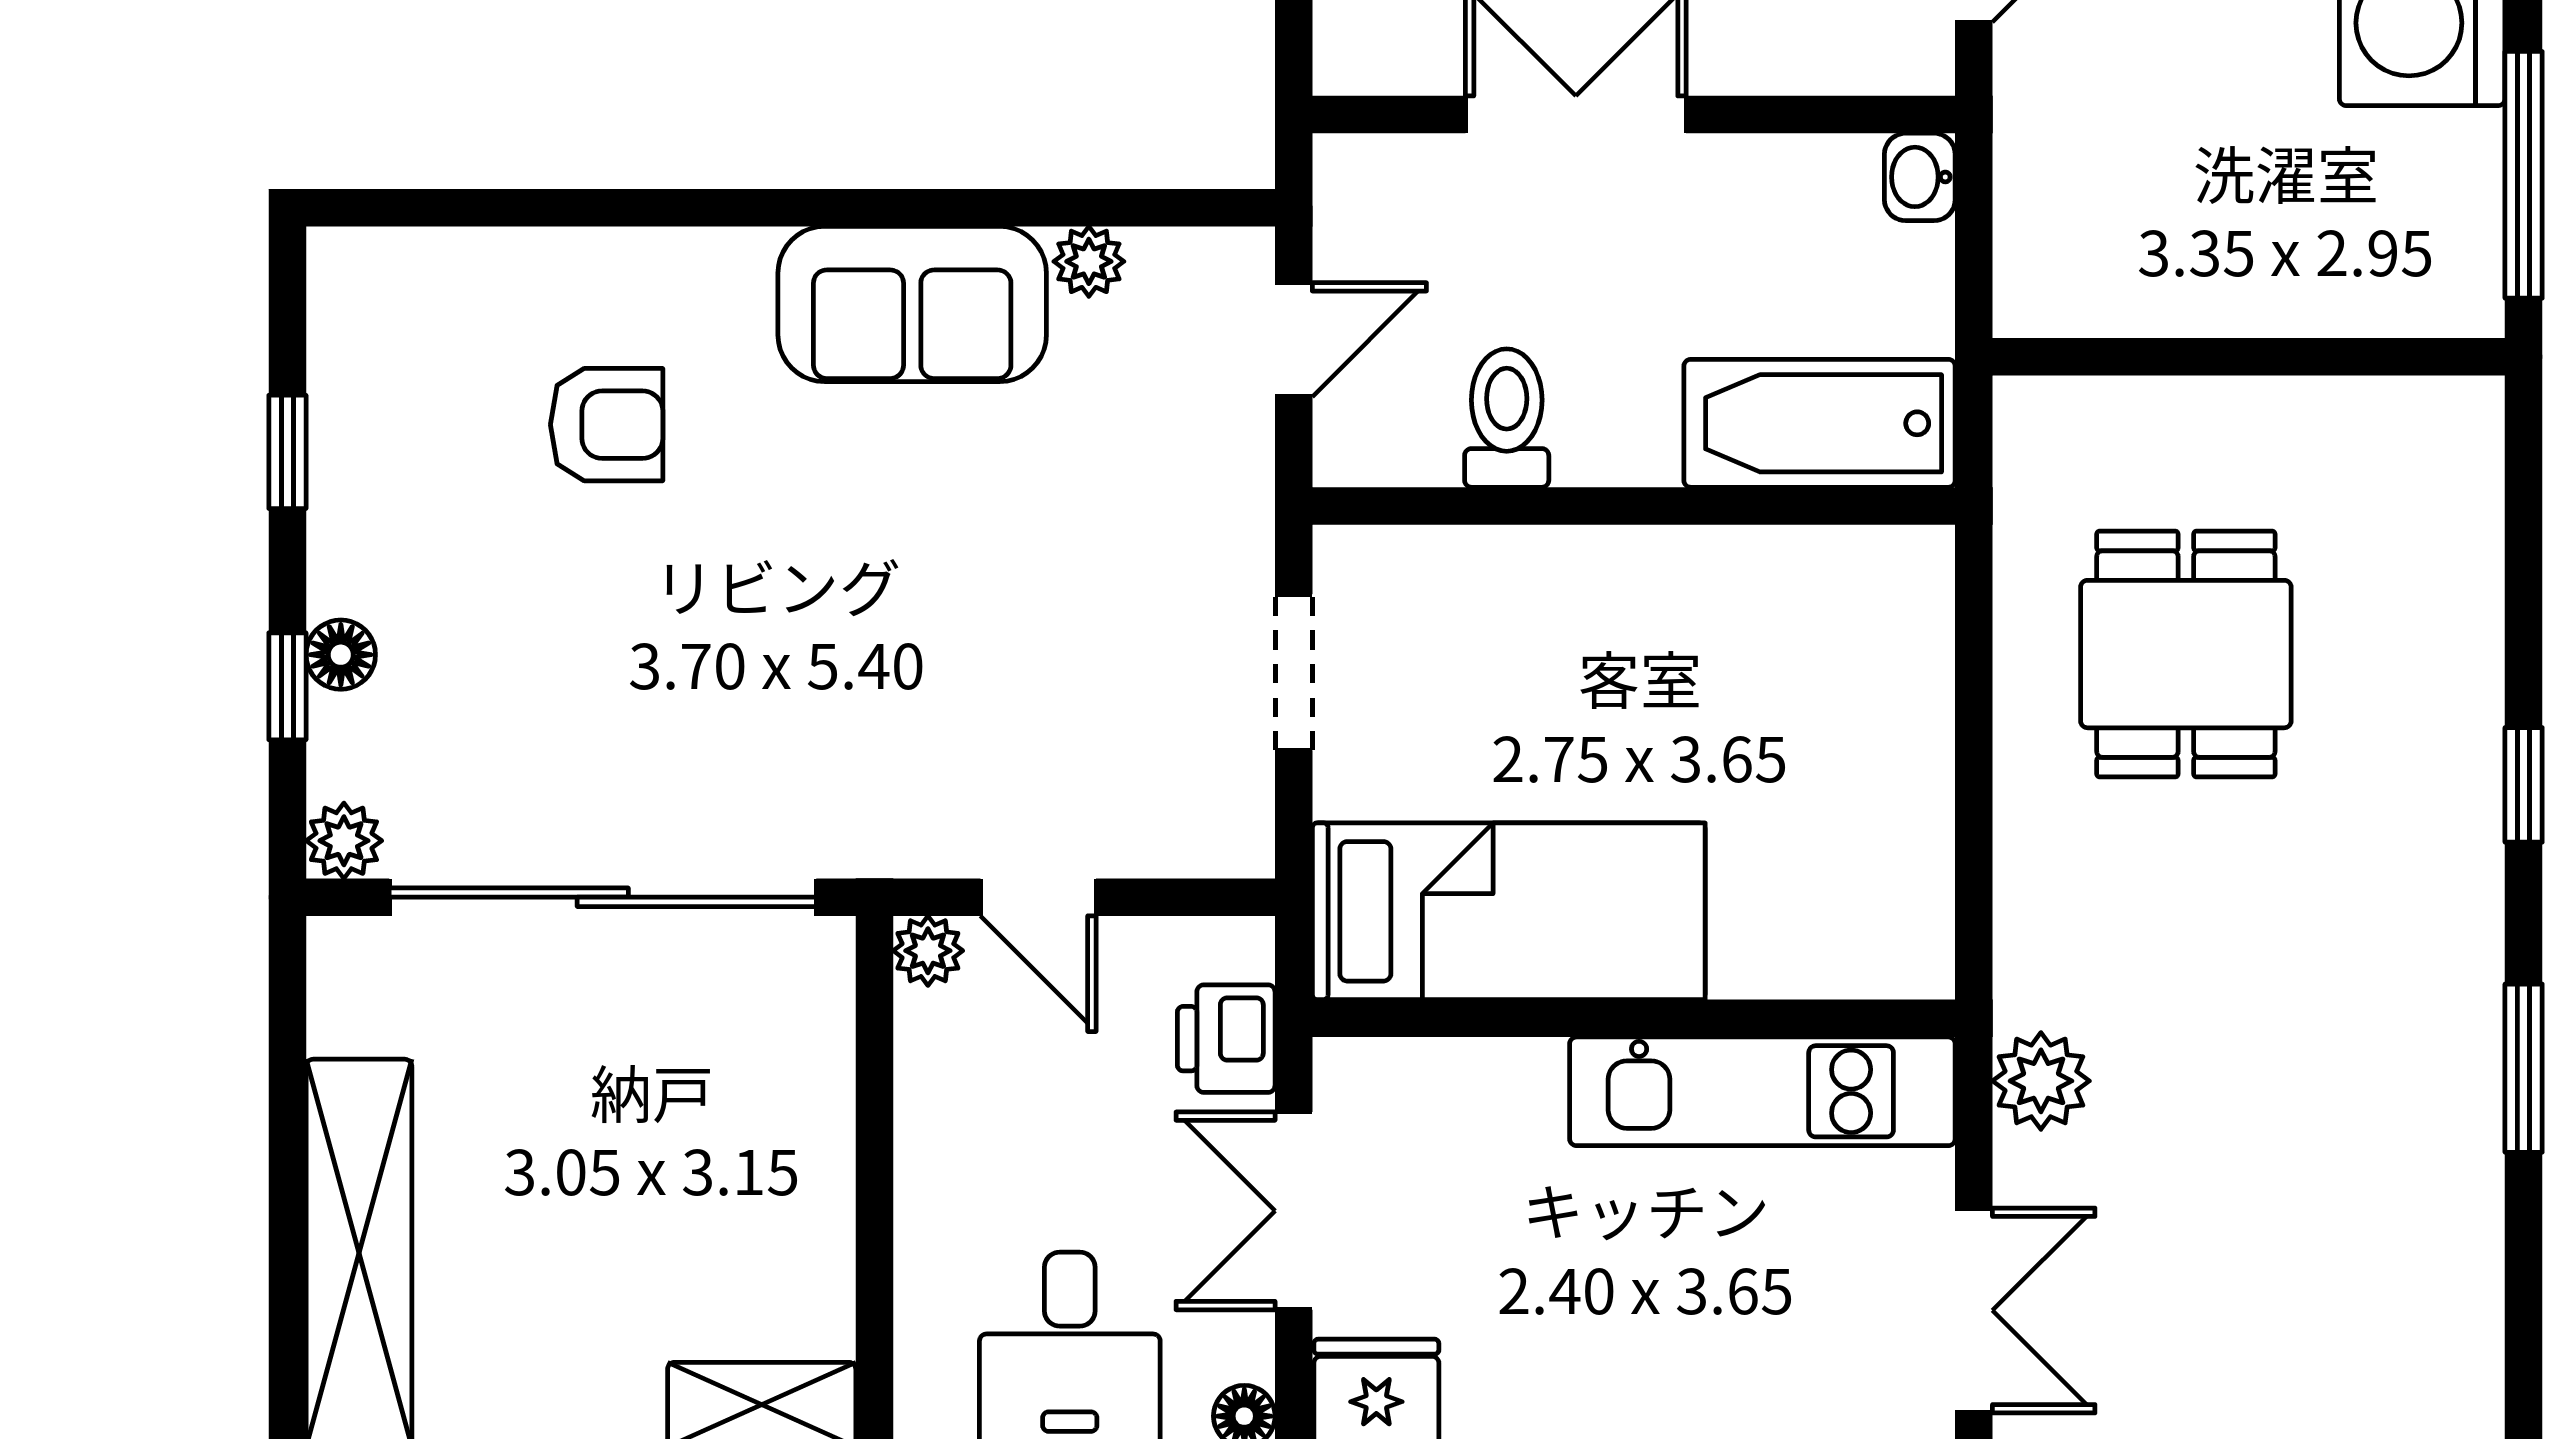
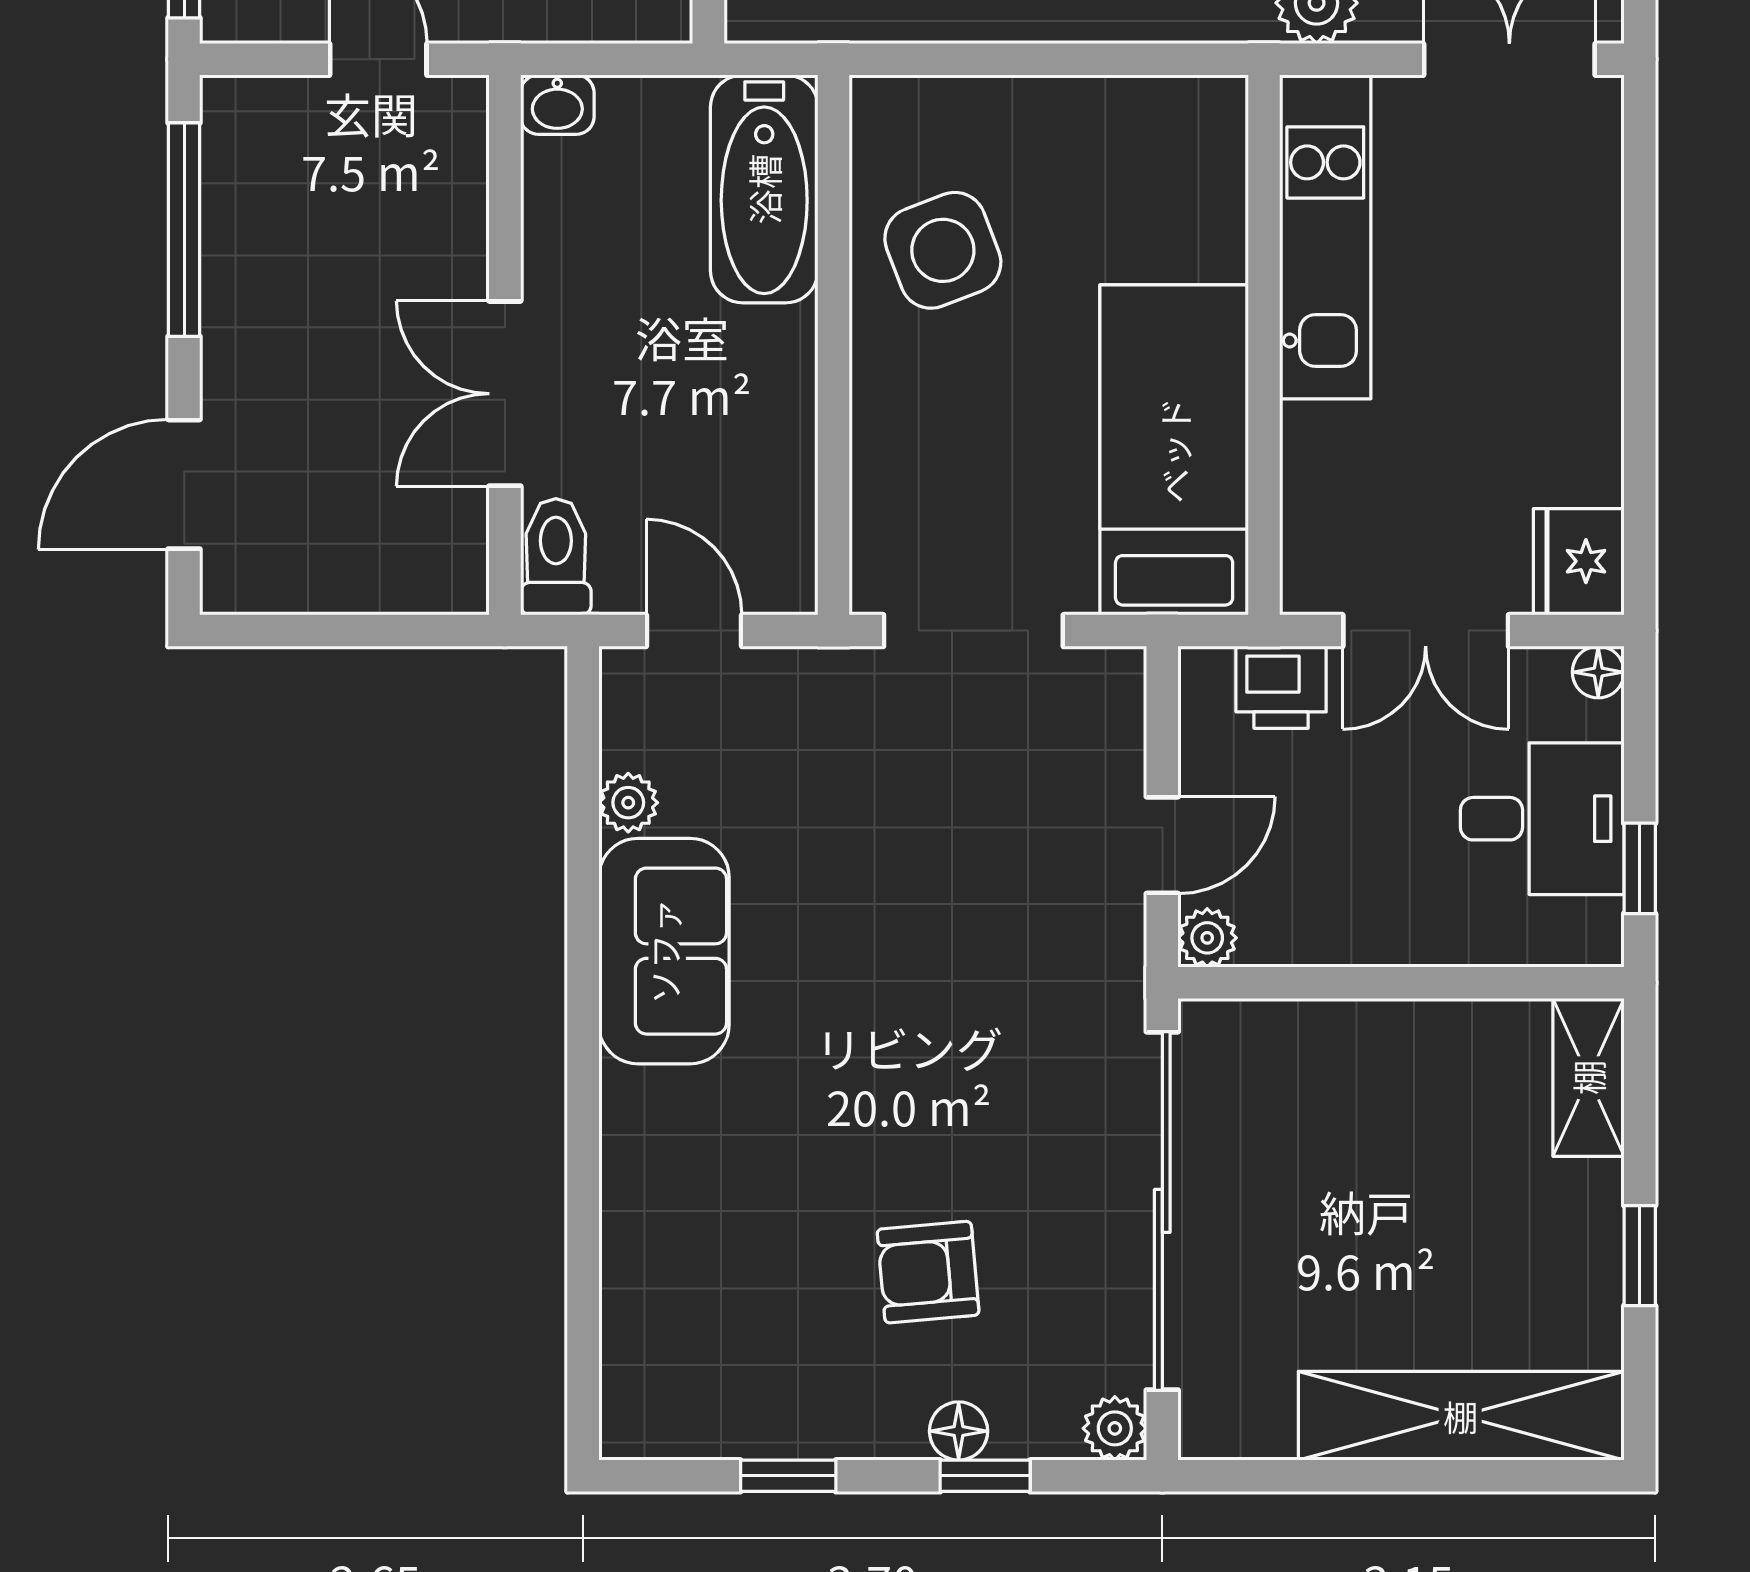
toilet: (1507, 418) -> (556, 557), moved, turned 90
armchair: (607, 425) -> (928, 1272), moved, turned -95
side table: (1746, 636) -> (943, 250), added
doorway: (1294, 672) -> (973, 631), width x1.38

